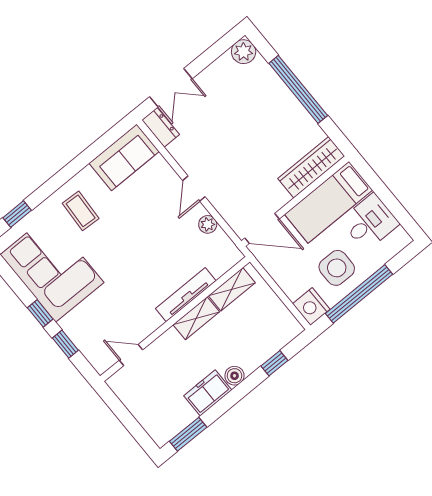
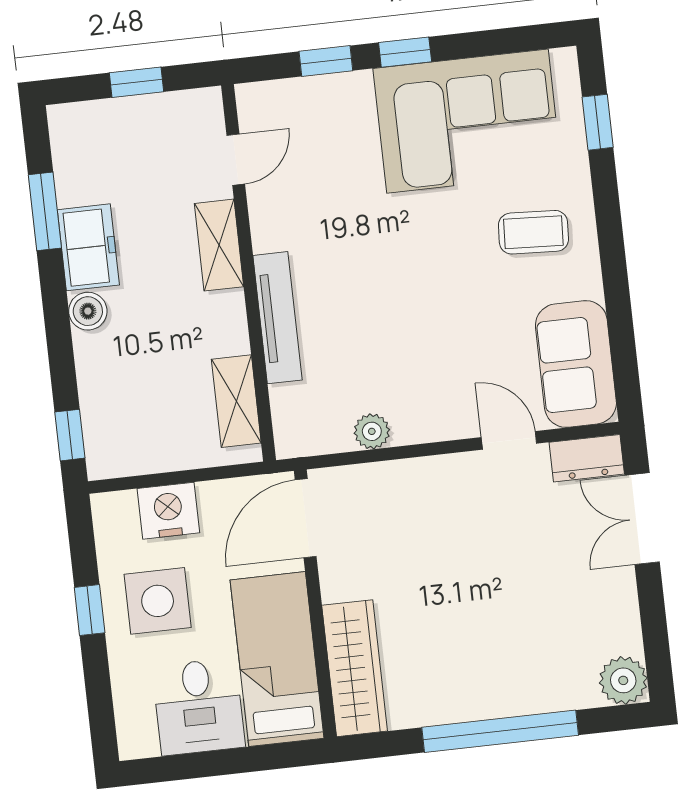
door: (194, 189) -> (509, 440), moved
window: (359, 294) -> (90, 610), width x0.32
nightstand: (311, 306) -> (168, 511), moved
shelving: (196, 318) -> (219, 245), moved
window: (274, 363) -> (70, 435), moved
window: (126, 418) -> (136, 82), added
window: (188, 434) -> (45, 211), moved

